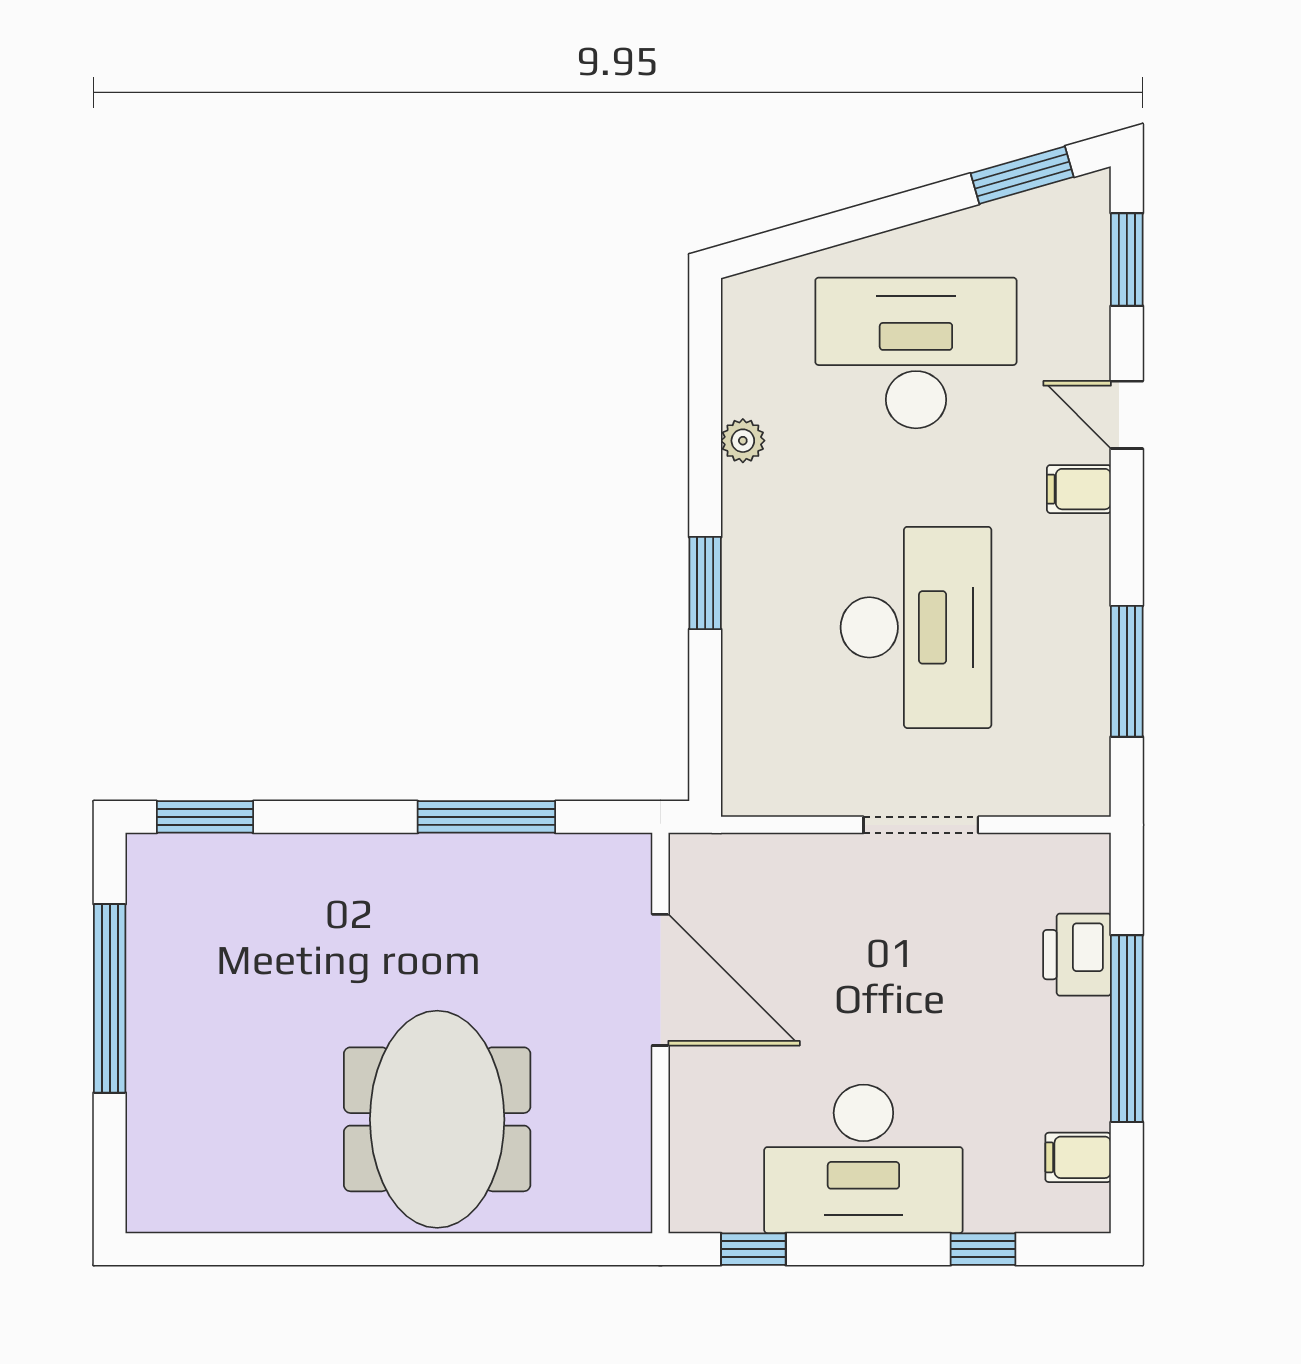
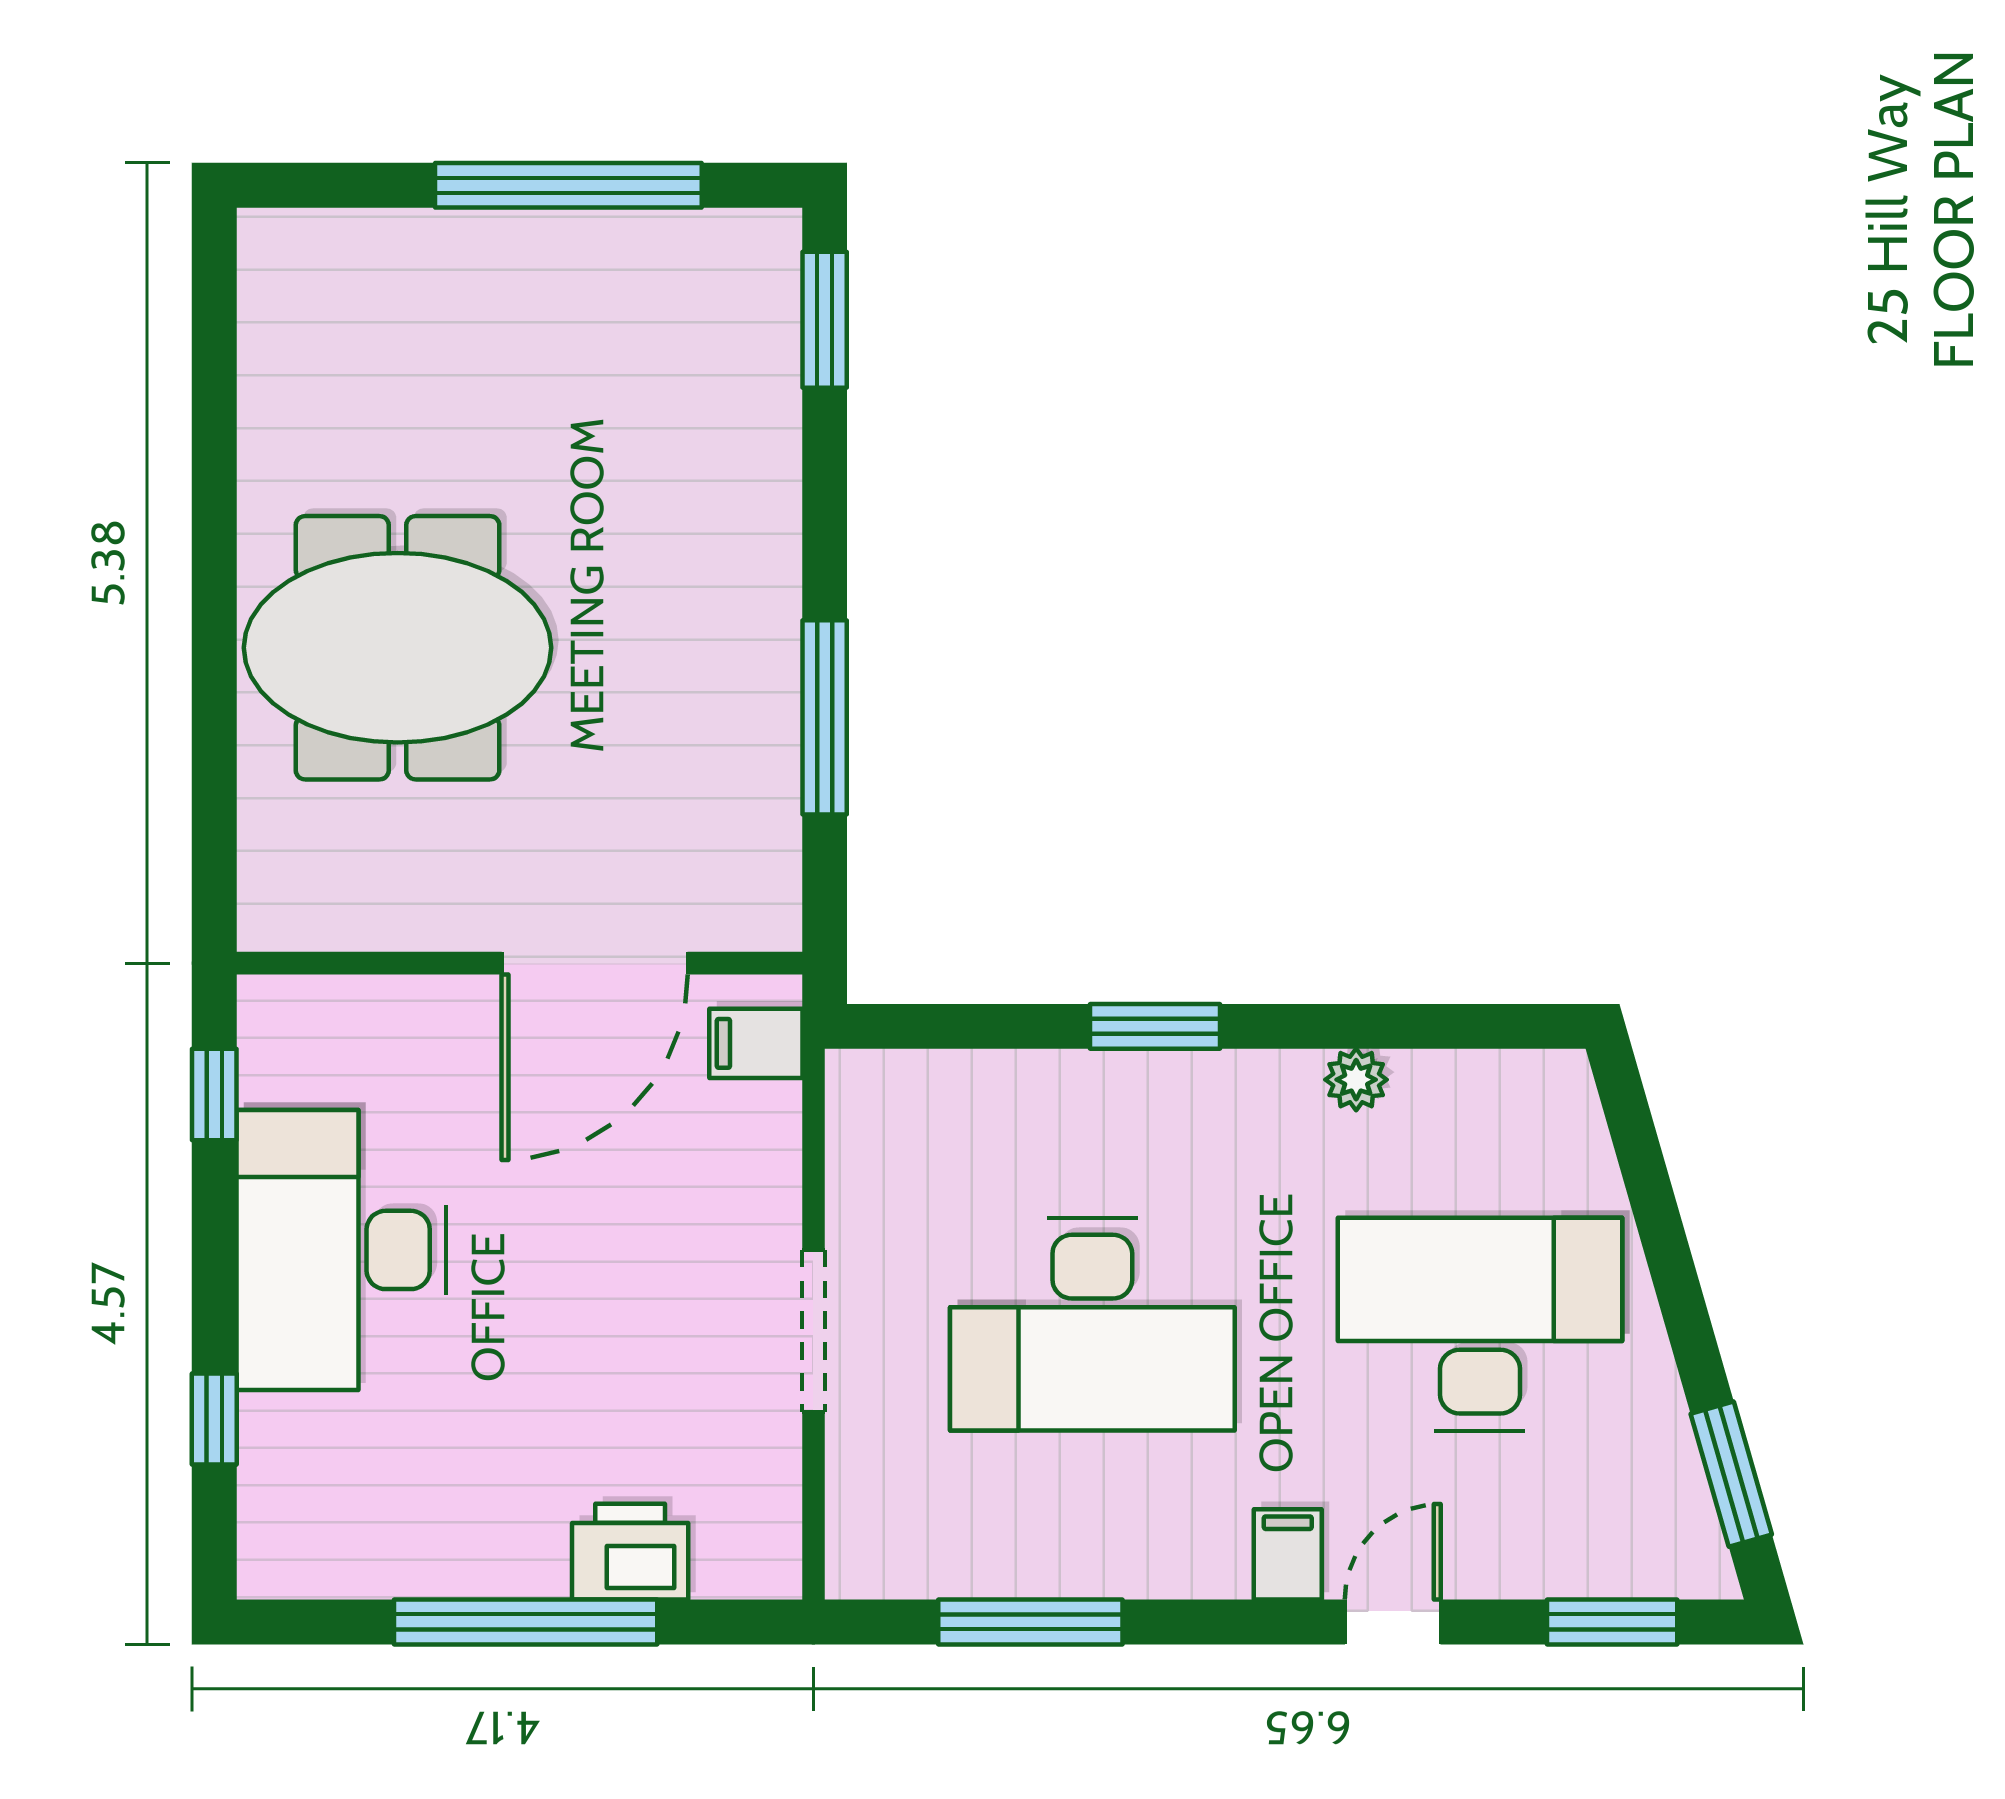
desk: (916, 353) -> (1480, 1324), turned -90
filing cabinet: (1078, 1157) -> (756, 1043), moved, turned -90

